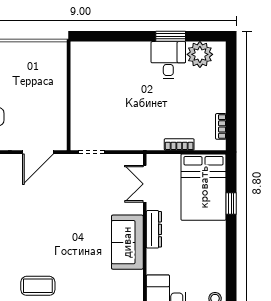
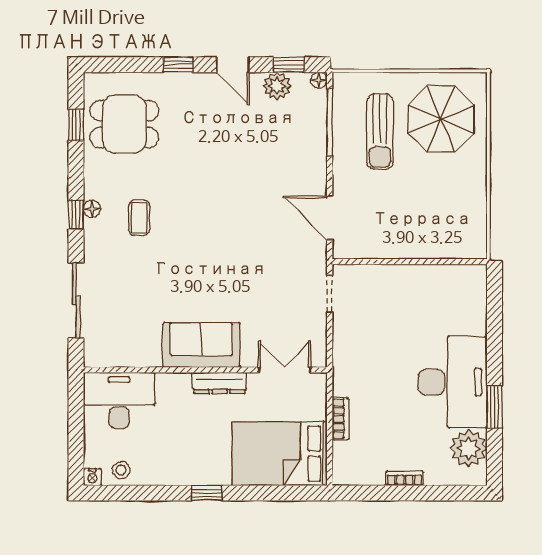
desk: (168, 60) -> (453, 382), width x1.87, depth x1.30
bookcase: (221, 126) -> (405, 478), moved
window: (231, 203) -> (207, 493), moved
coffee table: (38, 286) -> (139, 218), width x0.73, depth x0.77

